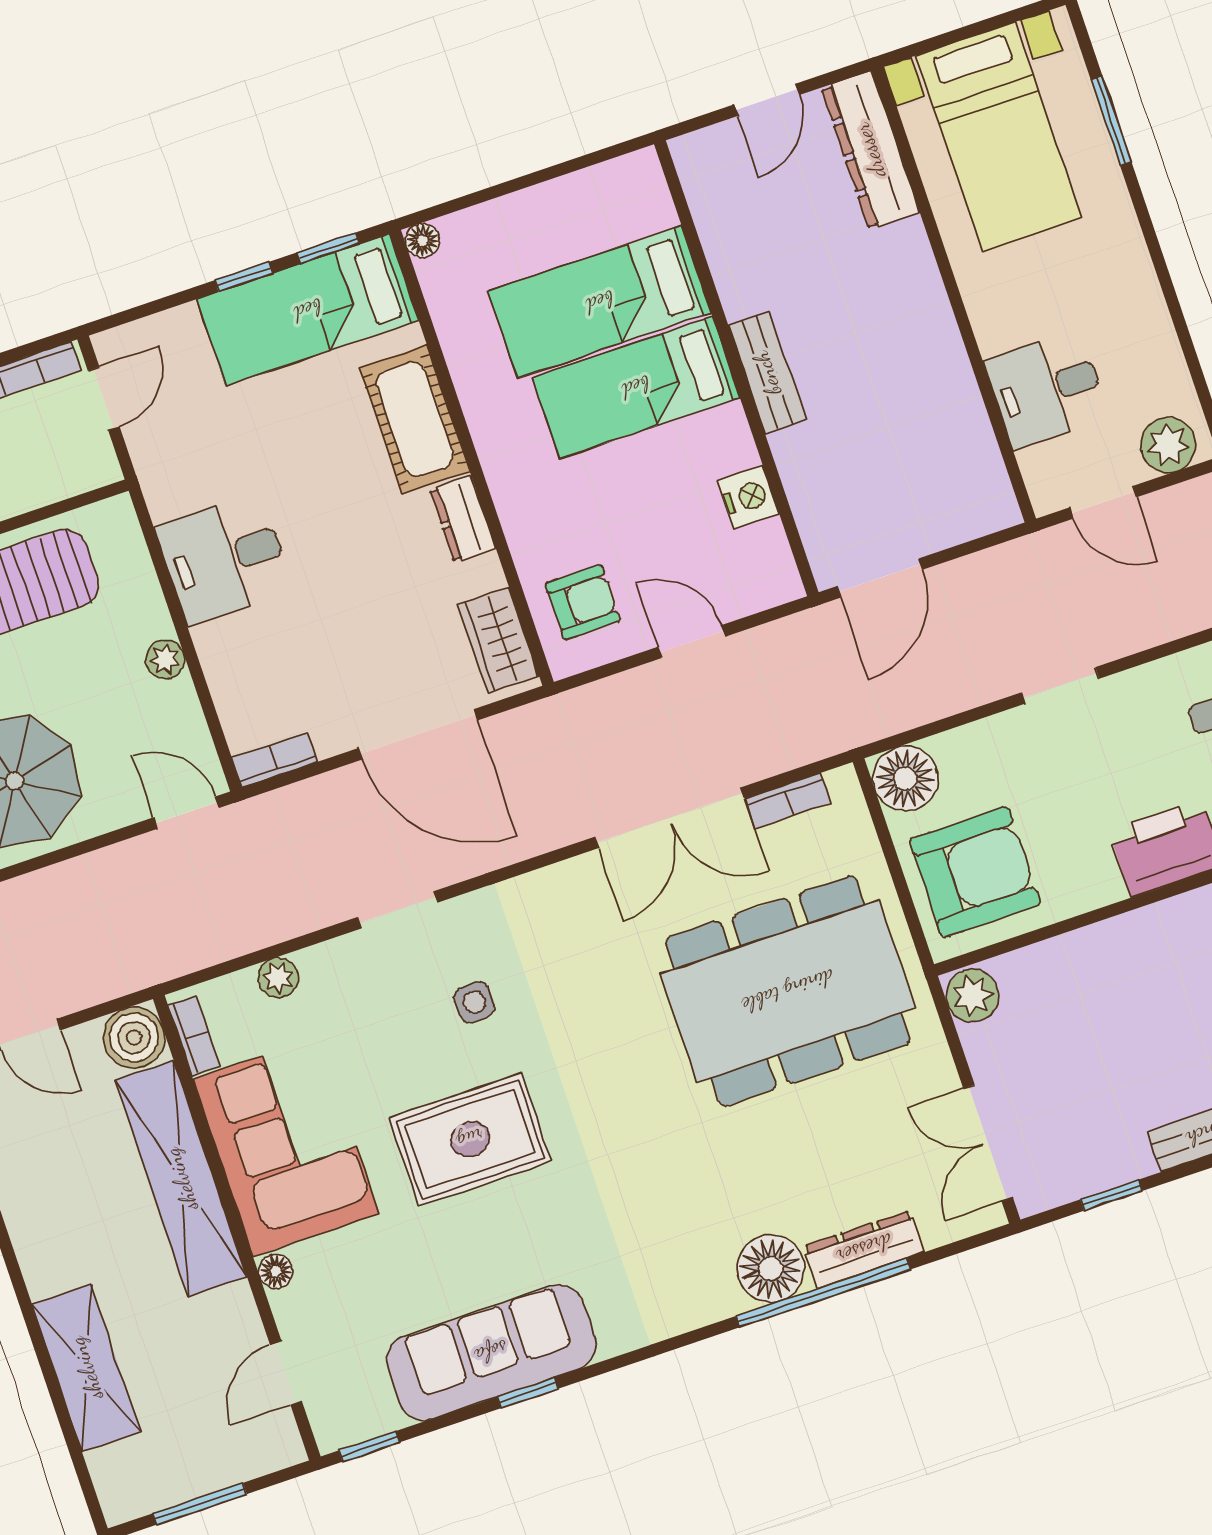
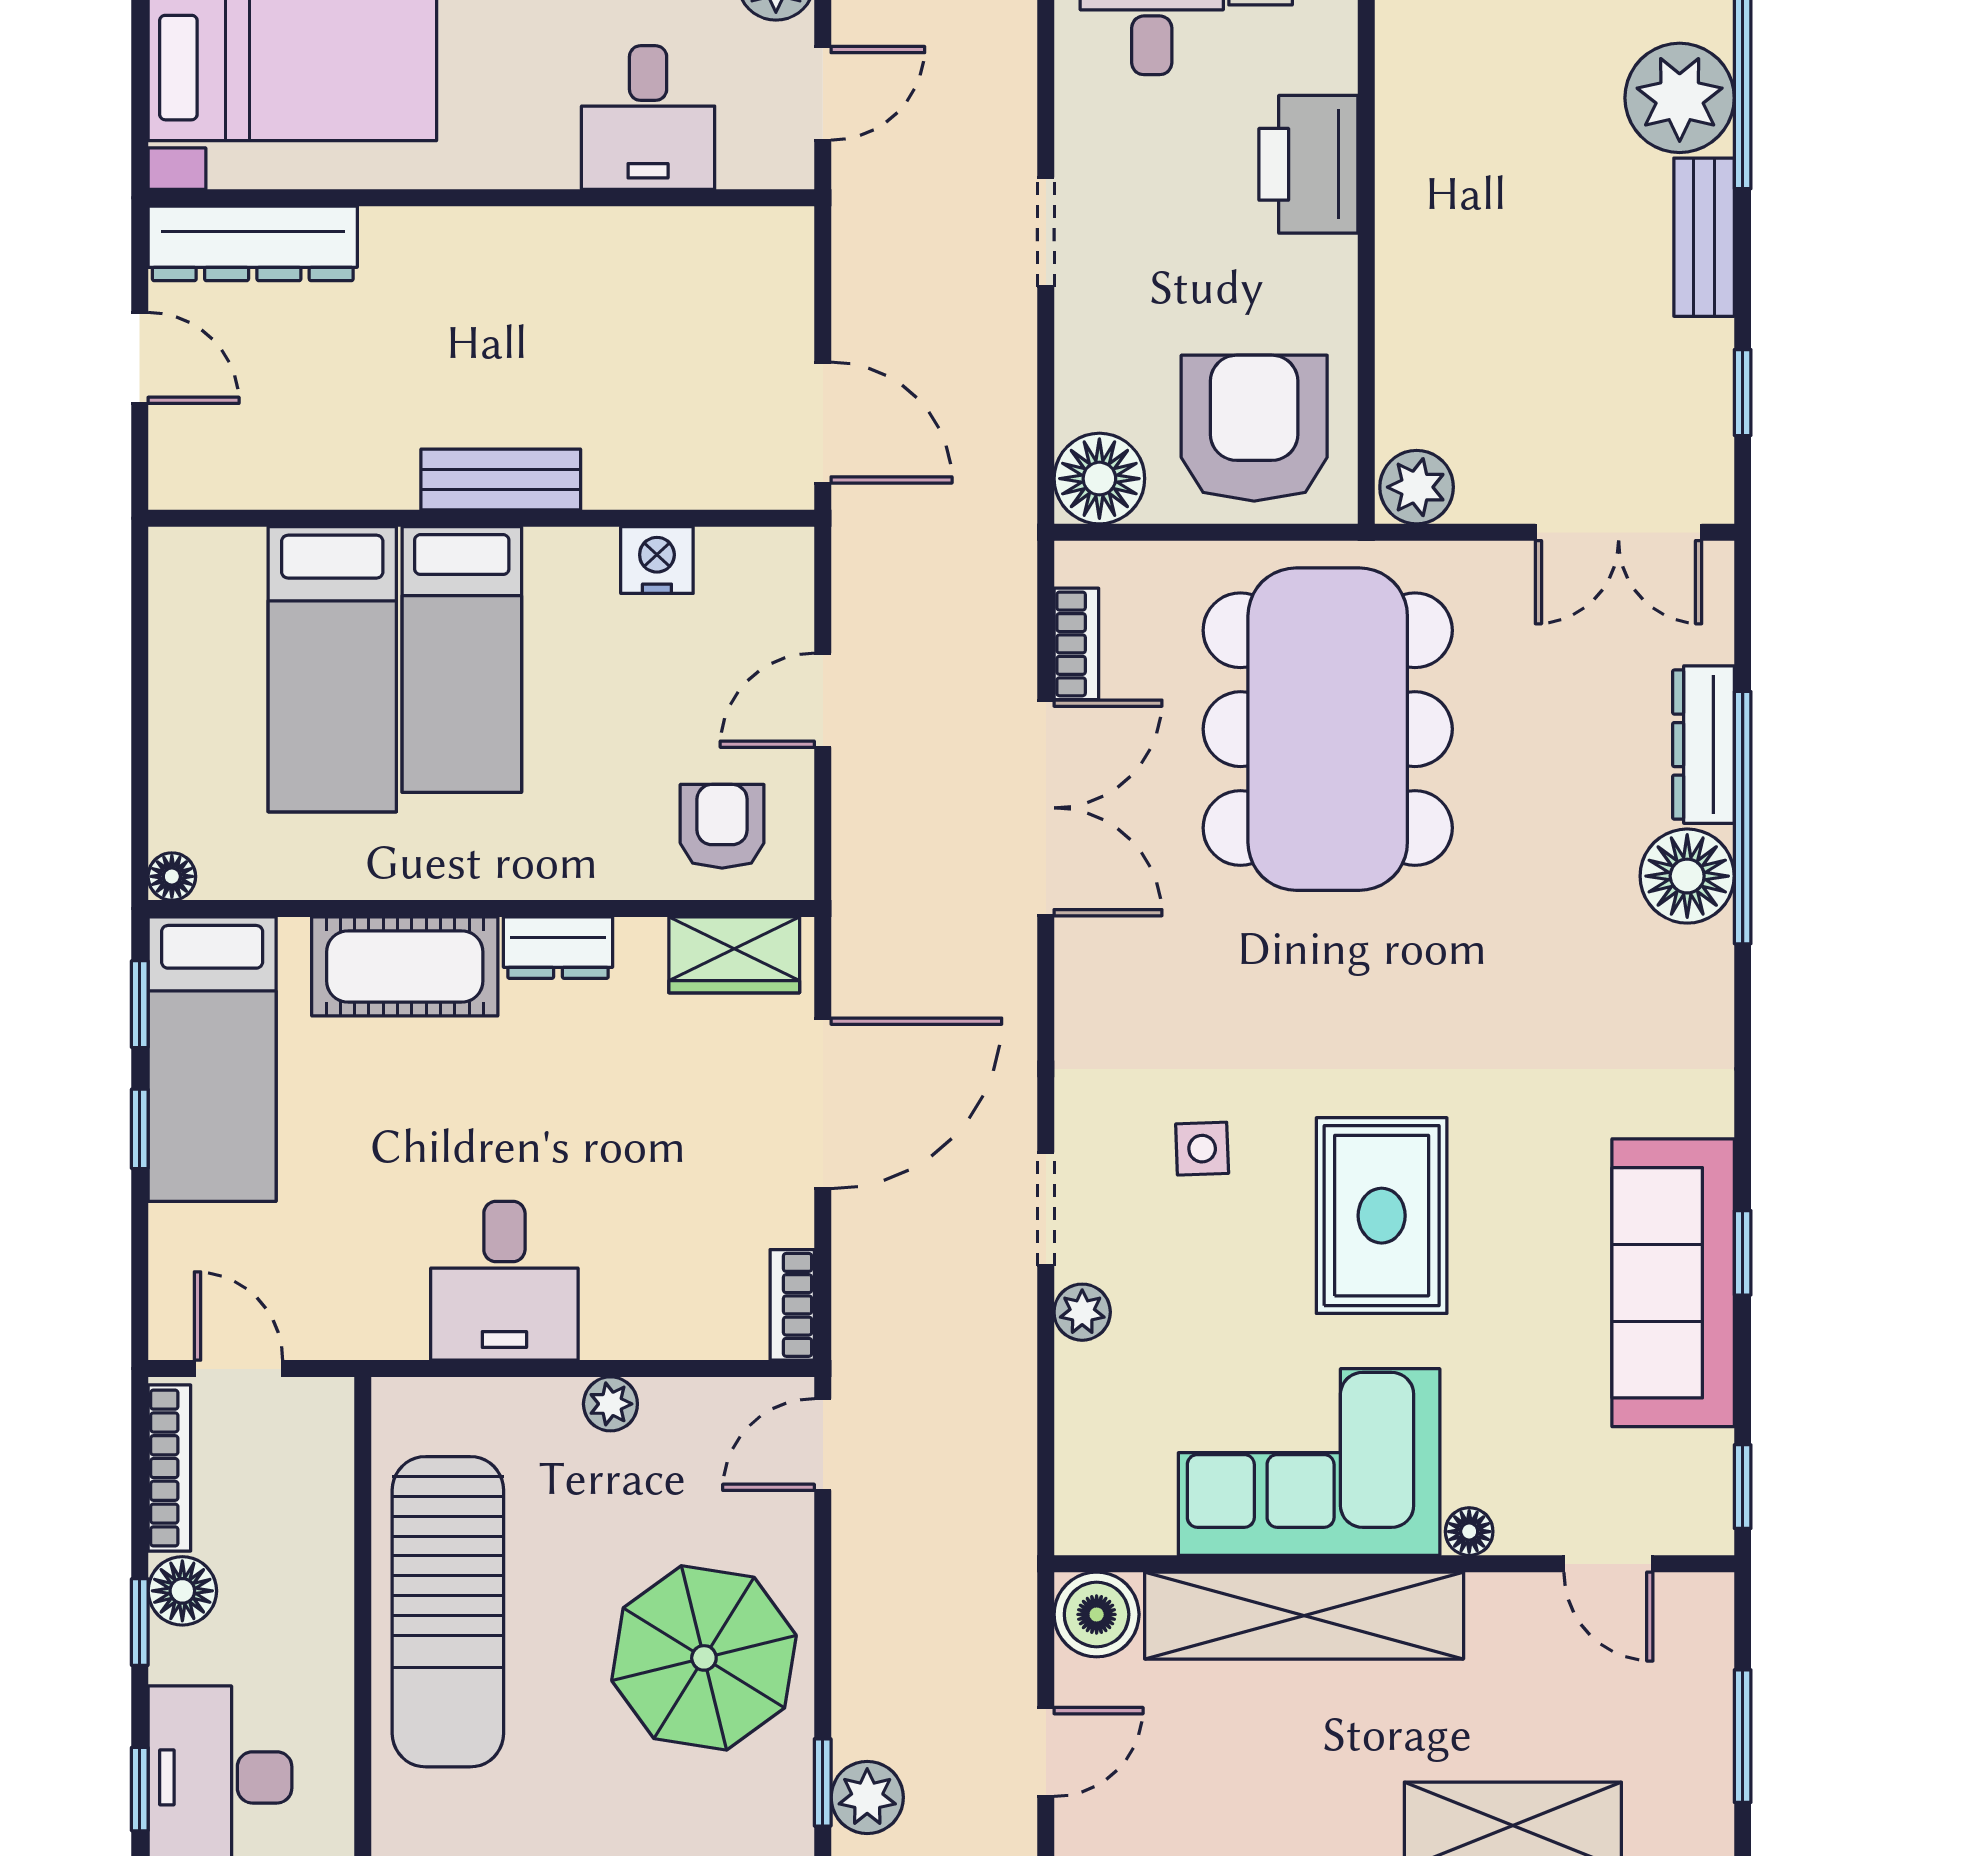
plant: (278, 978) -> (1082, 1312), moved
bookcase: (194, 1036) -> (1121, 1535), removed

